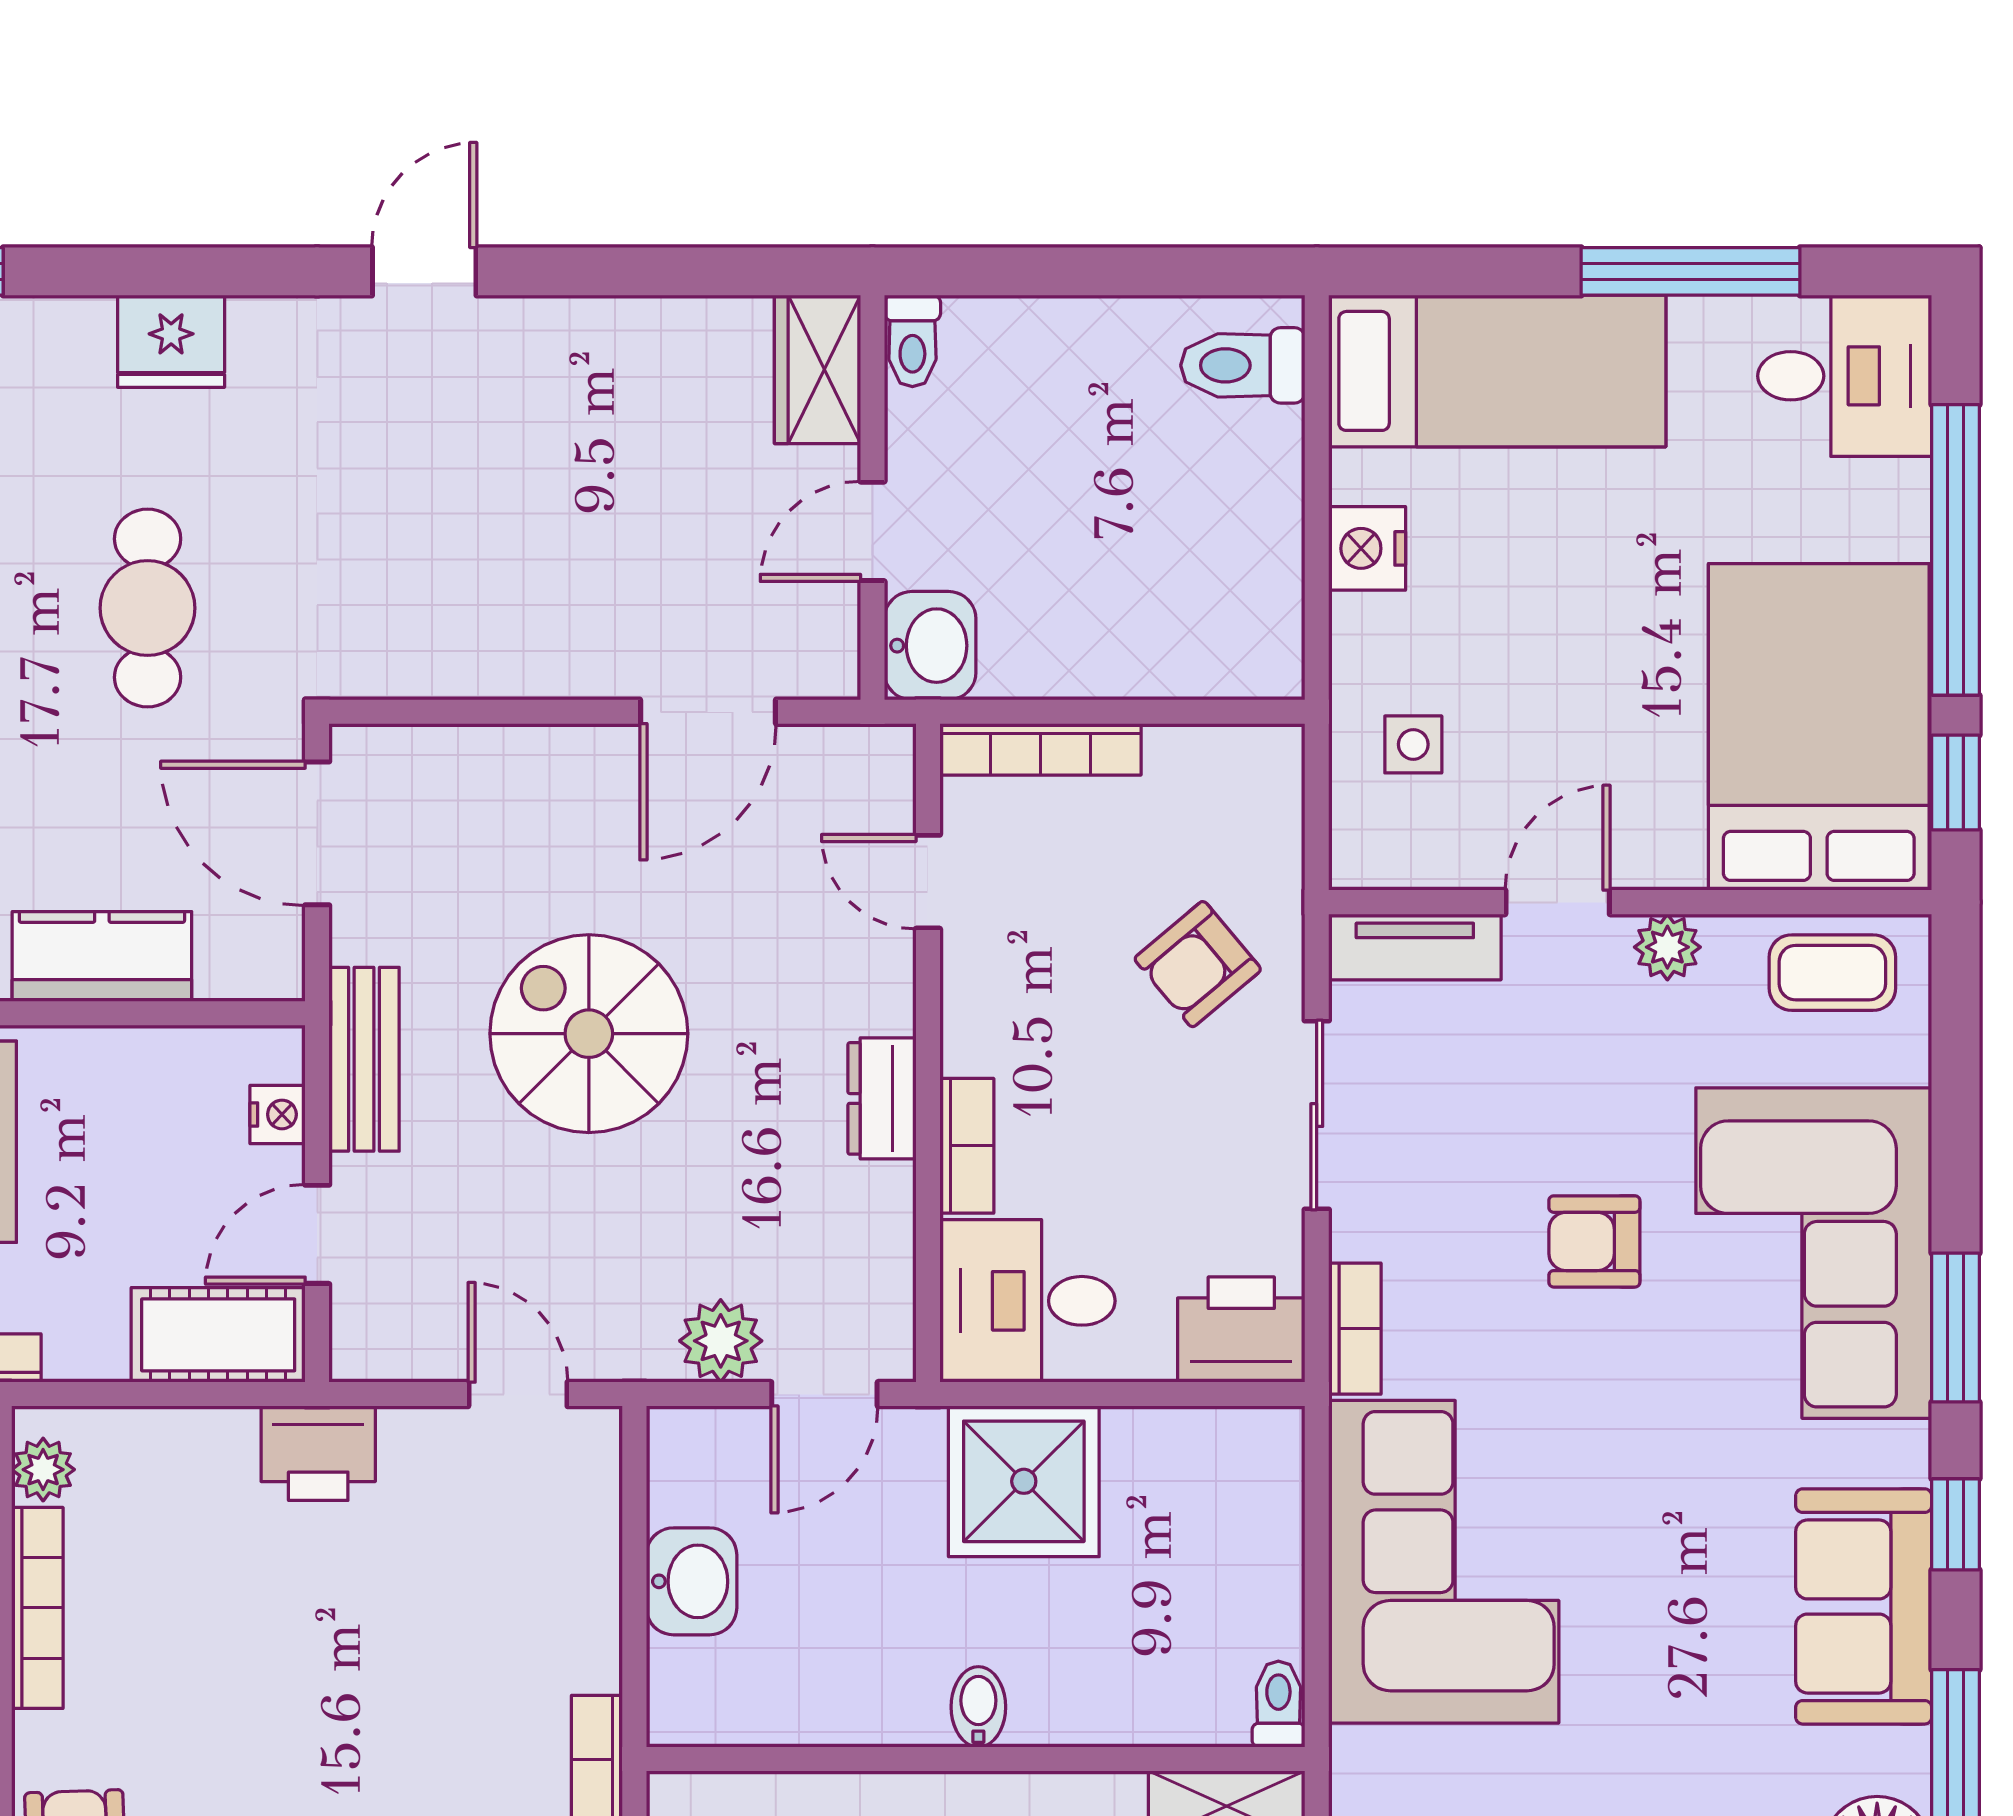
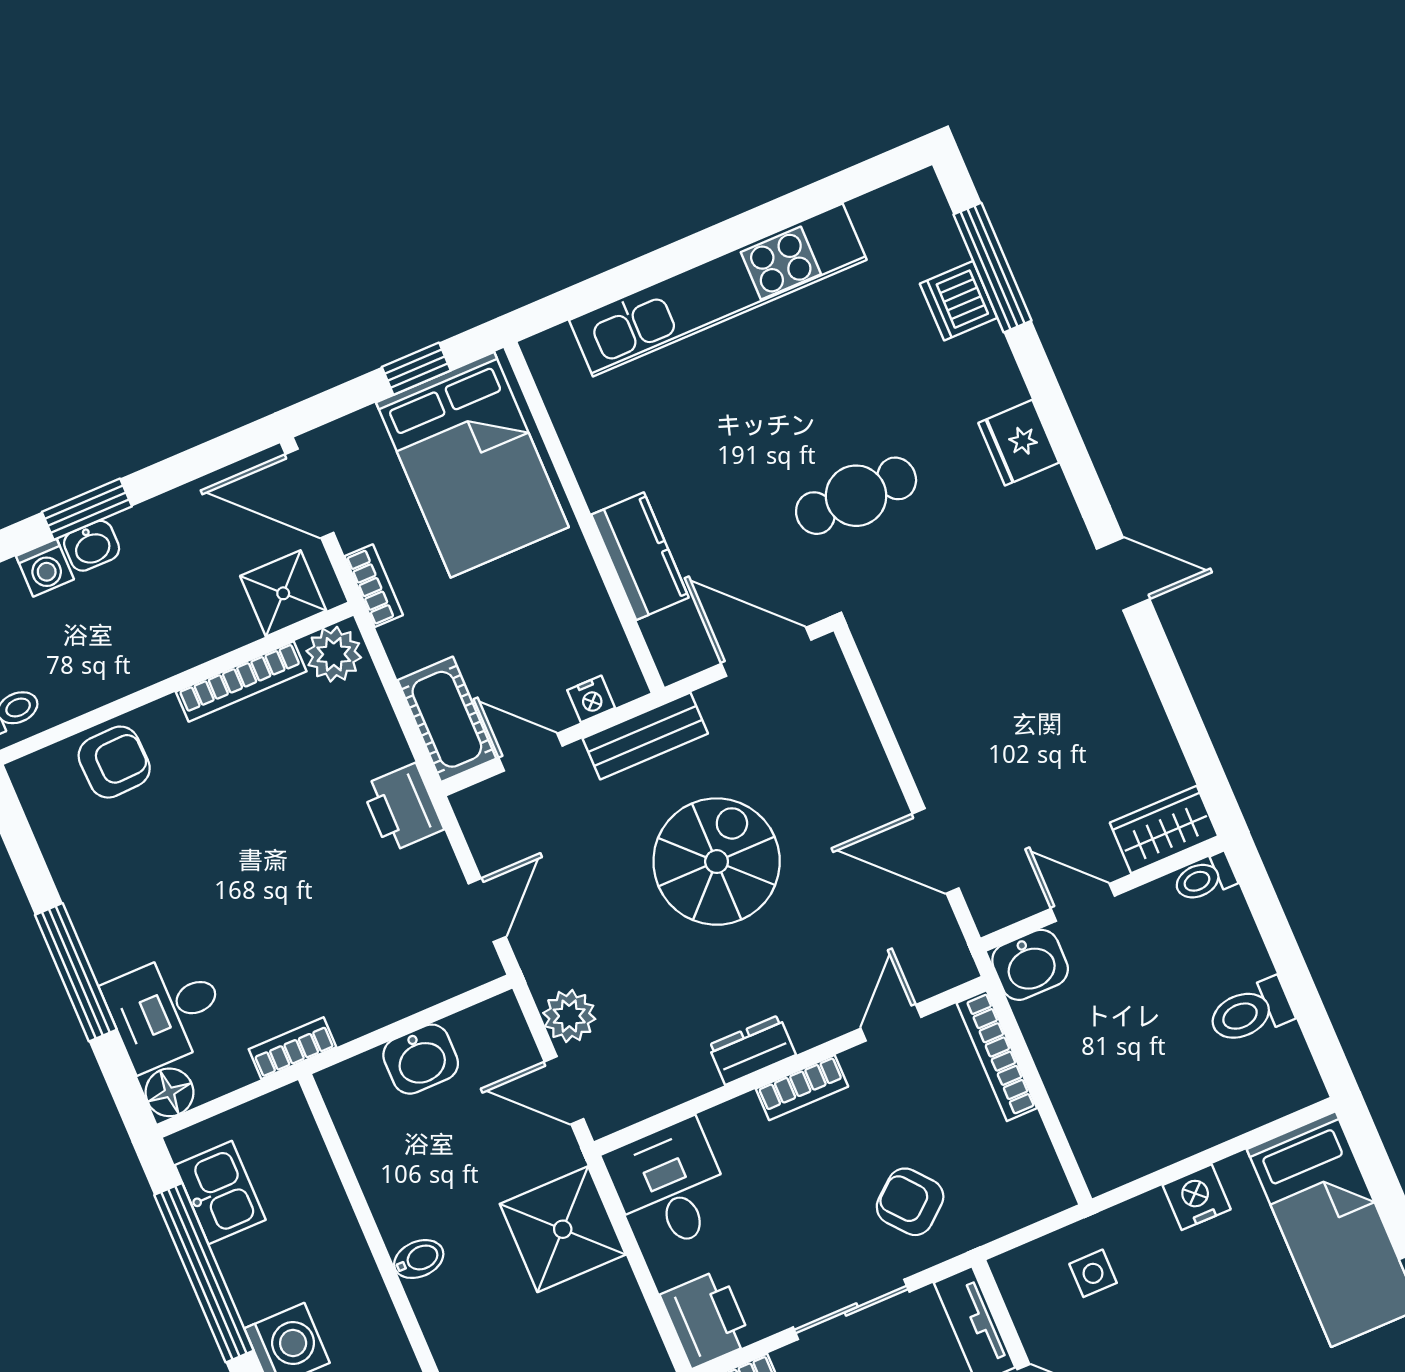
toilet: (1243, 365) -> (1250, 1012), moved, turned -90
door: (317, 833) -> (766, 652), hinge flipped
bookcase: (967, 1146) -> (802, 1088), moved
plant: (43, 1470) -> (334, 654), width x1.38, depth x1.38

